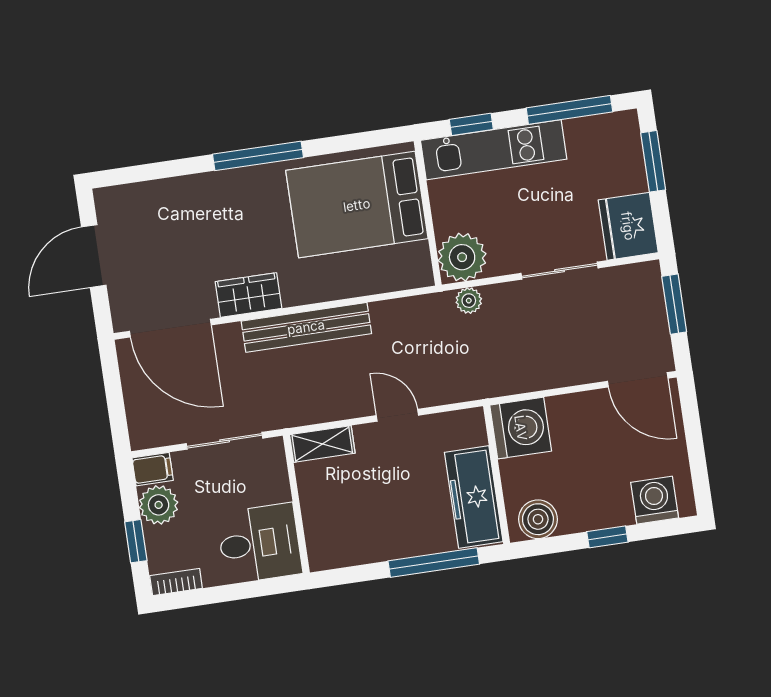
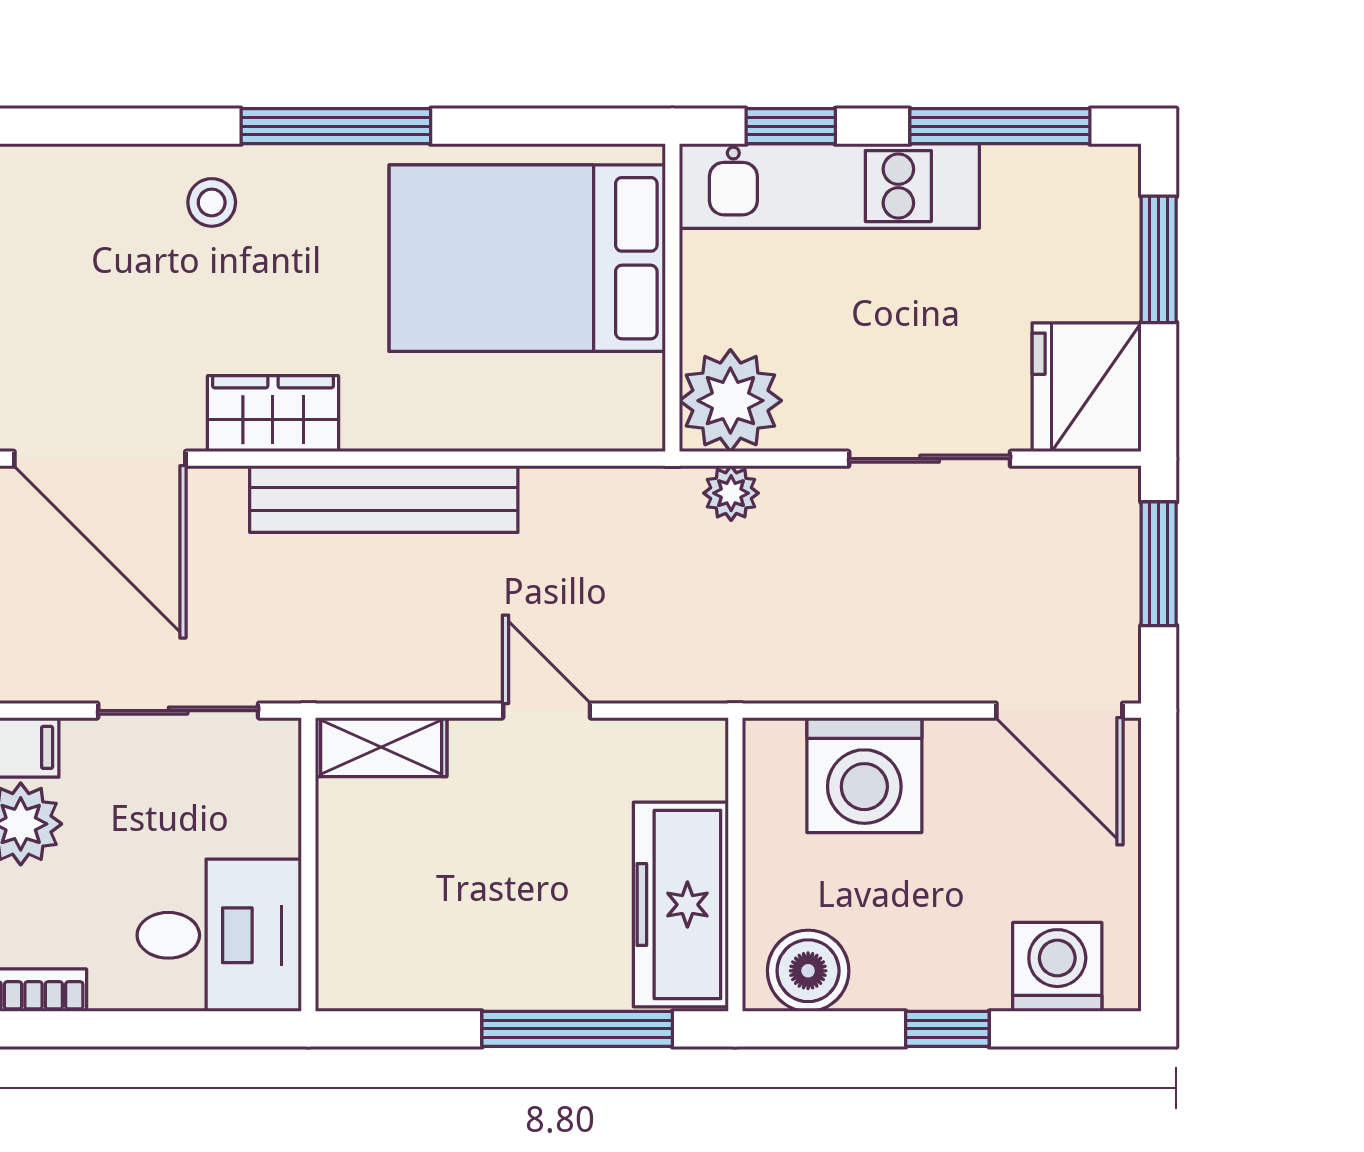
stool: (205, 200) -> (212, 202), added
washing machine: (521, 428) -> (864, 775), moved, turned 90

